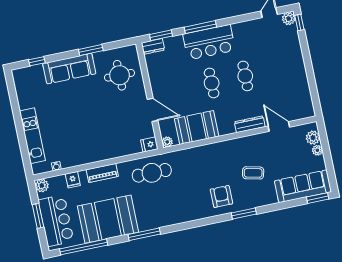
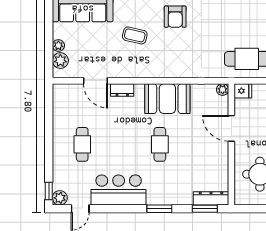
window: (200, 27) -> (159, 209), width x0.69
bar counter: (209, 42) -> (119, 190), moved
dresser: (153, 46) -> (211, 198), width x1.44
cafe table: (245, 76) -> (82, 144), moved
dresser: (250, 124) -> (122, 90), width x0.70
booth: (197, 128) -> (167, 99), moved

